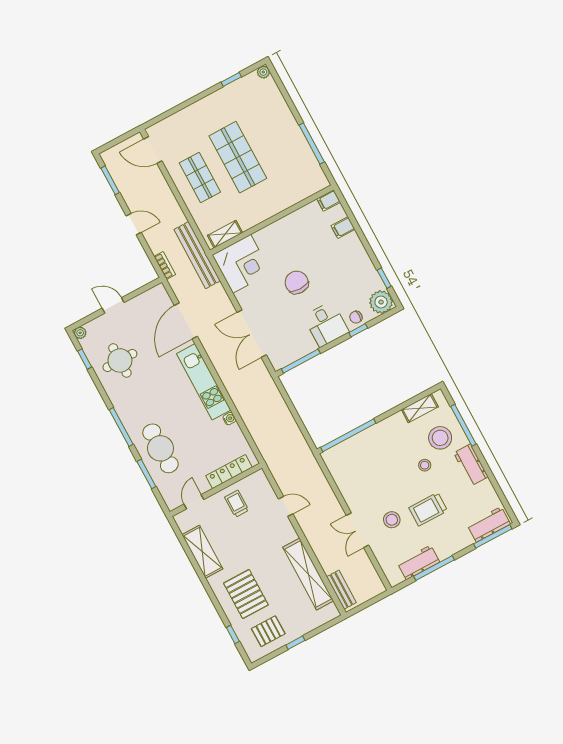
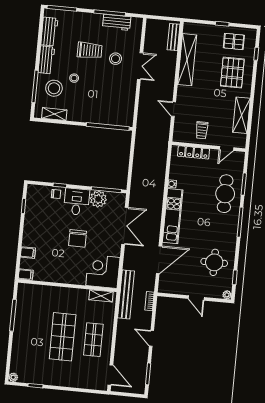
plant: (381, 302) -> (98, 199), moved
workbench: (489, 524) -> (49, 32), moved, turned -90

